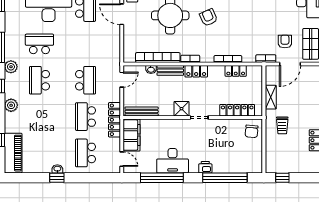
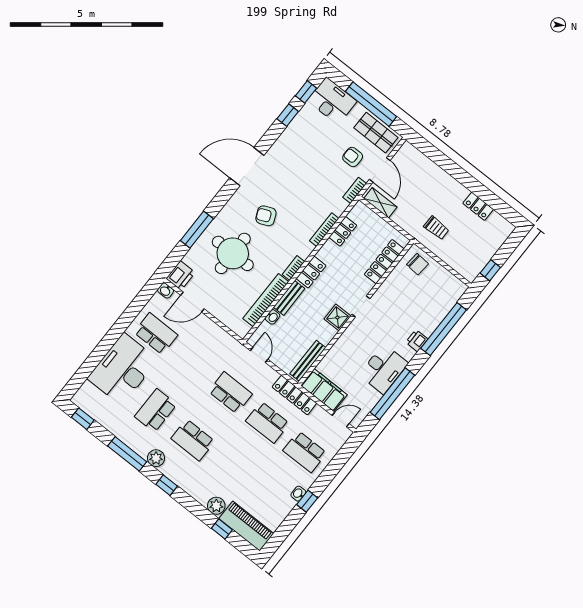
shelving: (271, 97) -> (380, 203), moved
plant: (11, 105) -> (216, 506), moved

